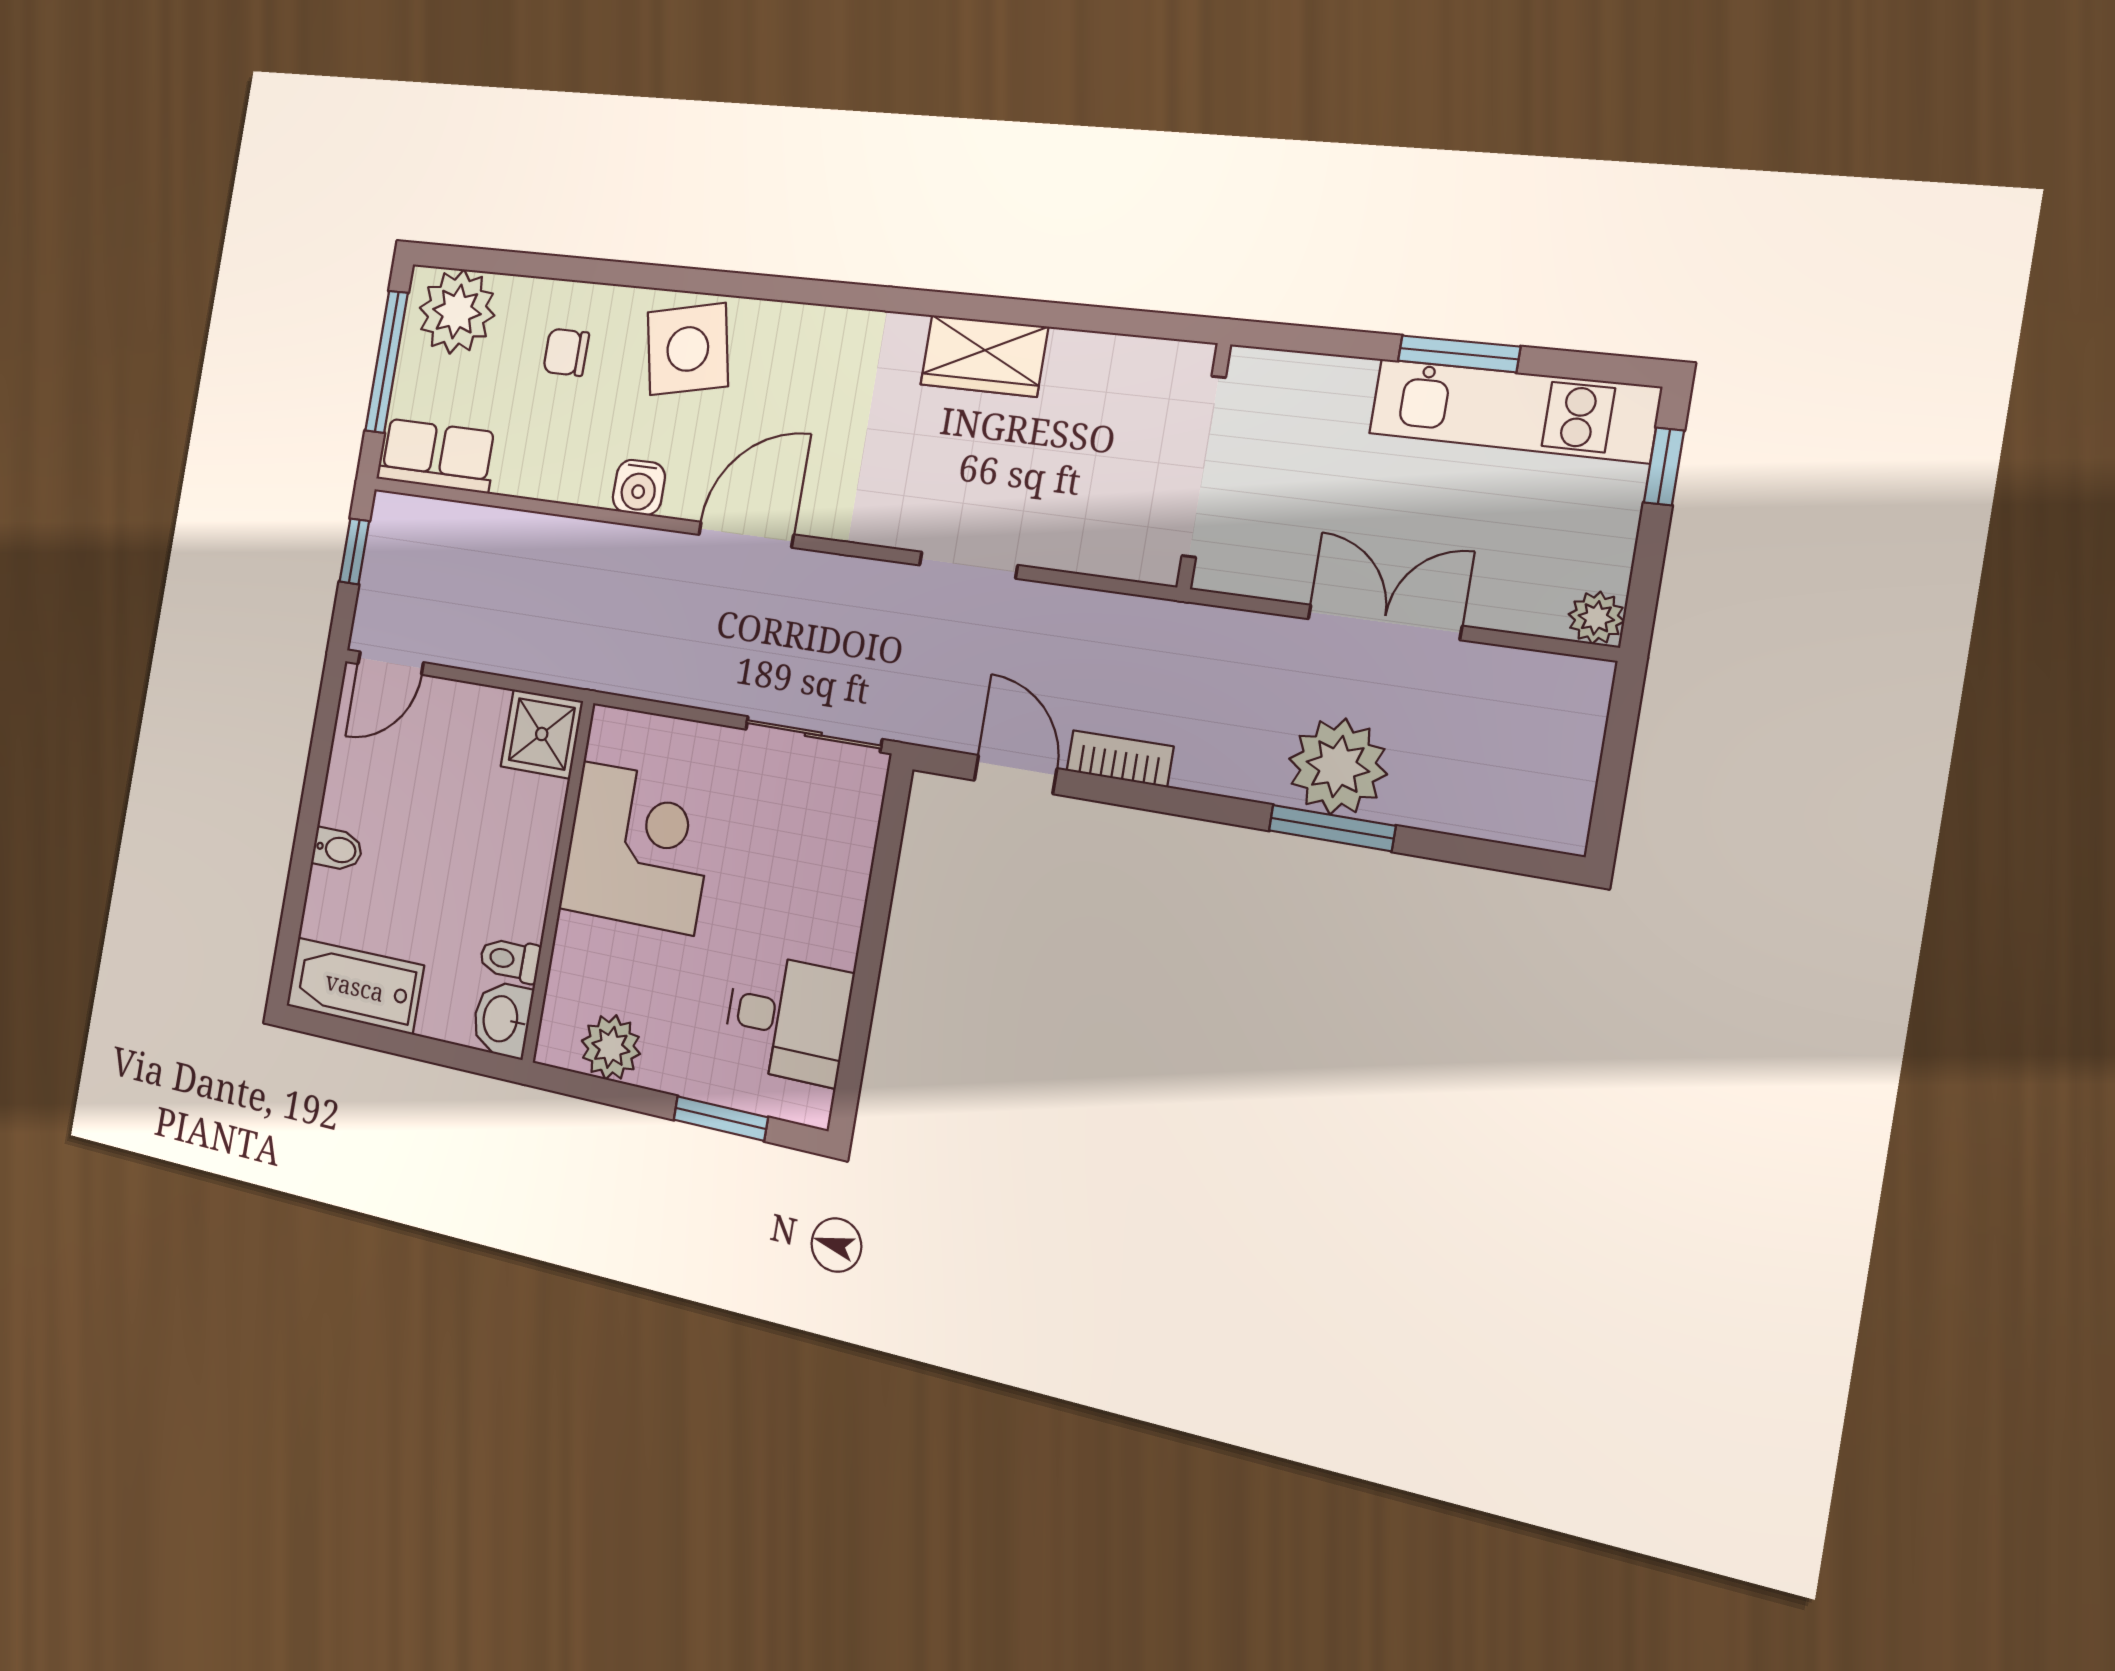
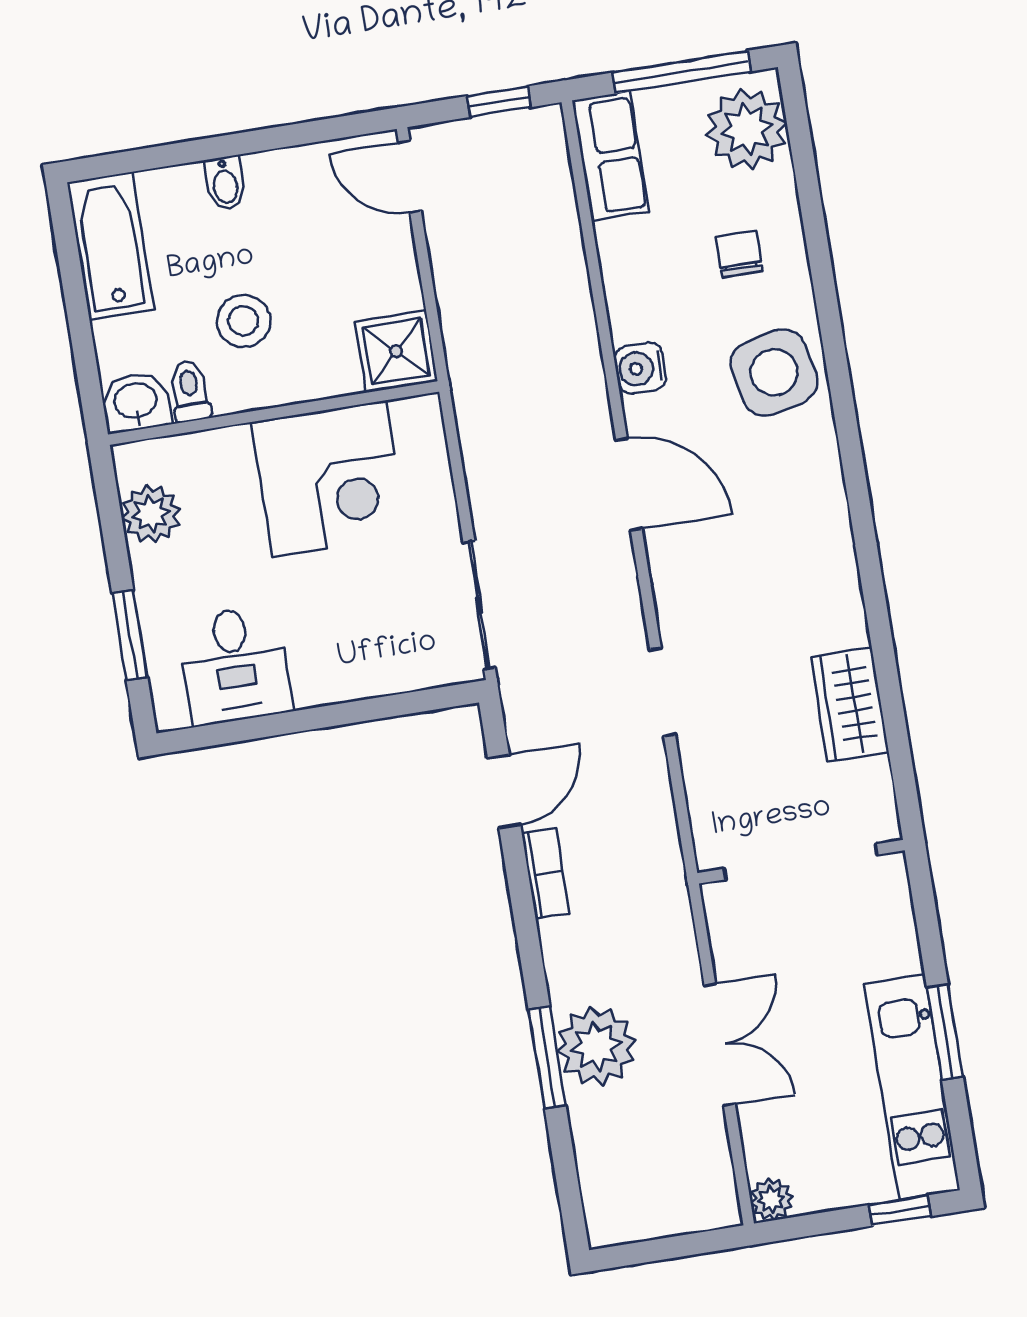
wardrobe: (984, 356) -> (850, 705), moved
stool: (464, 879) -> (243, 321), added

